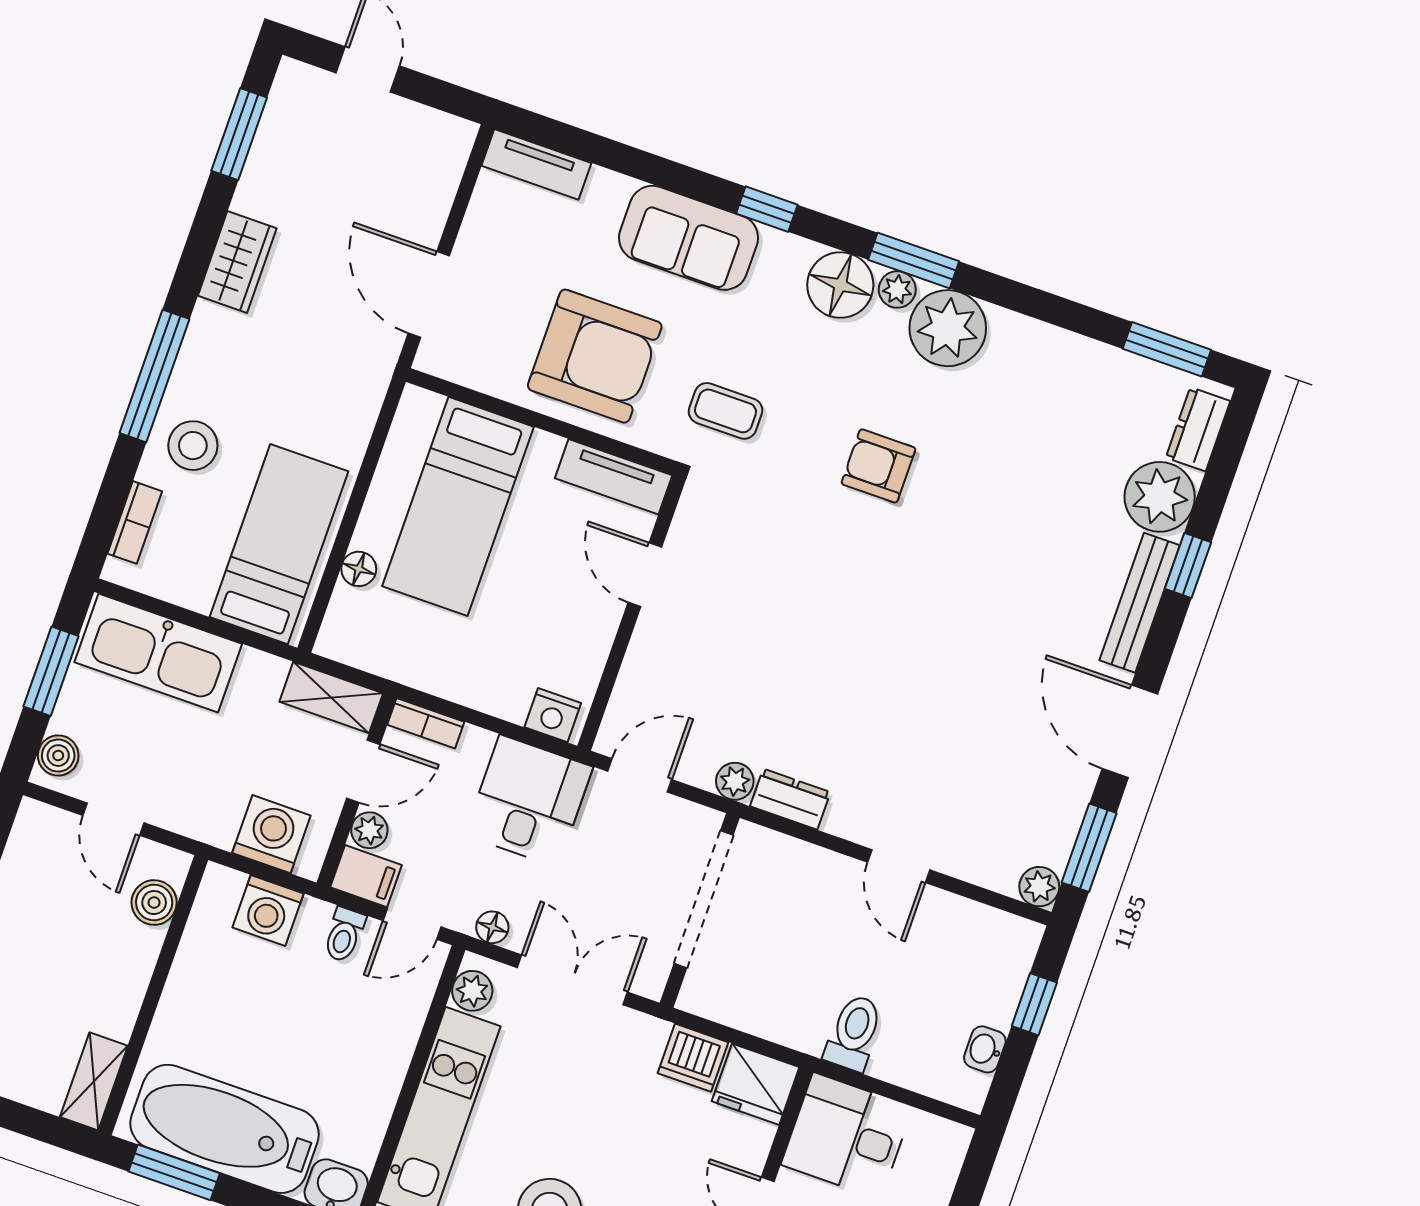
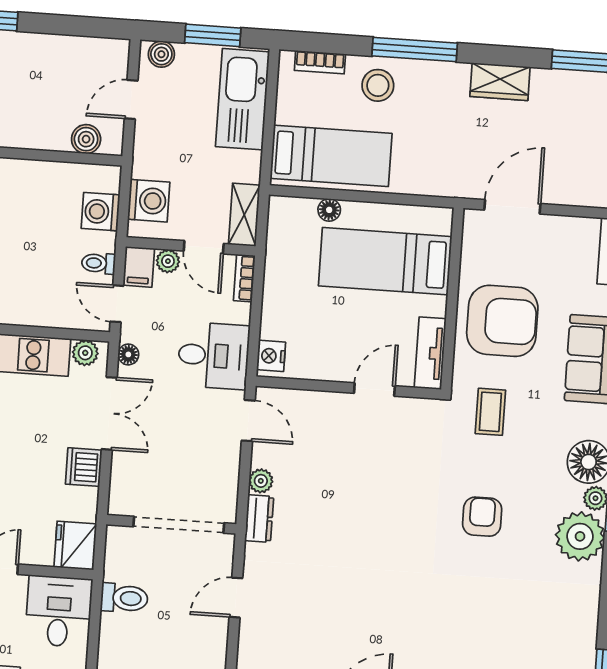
armchair: (595, 356) -> (502, 321), turned -90
doorway: (704, 899) -> (179, 525), moved
wall: (700, 910) -> (171, 524), moved
dishwasher: (693, 1058) -> (84, 467), moved

